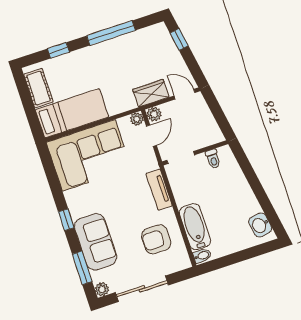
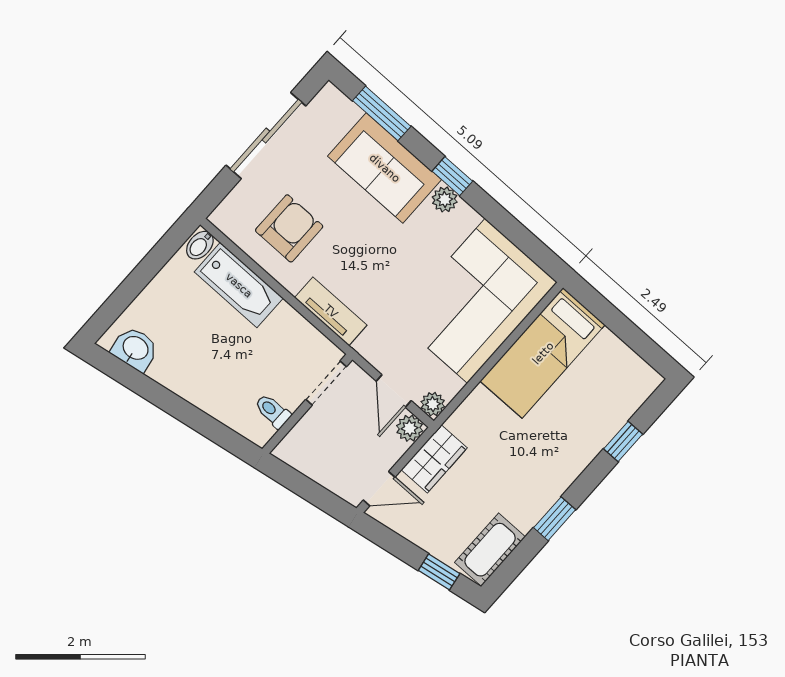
window: (111, 33) -> (555, 519), width x0.46
cot: (38, 88) -> (490, 550), moved, turned 90
plant: (102, 289) -> (445, 199), moved

